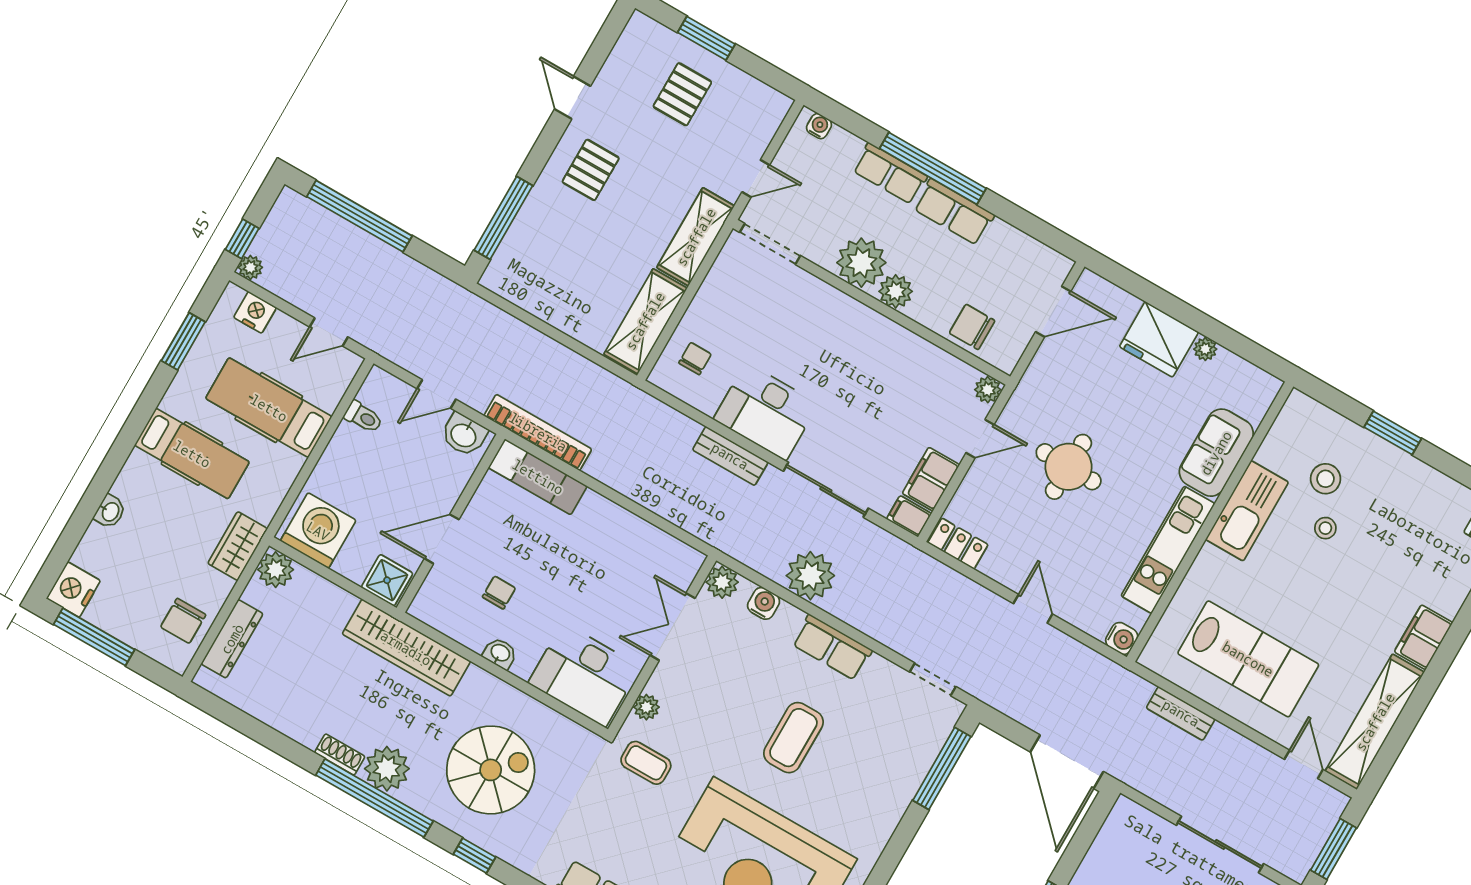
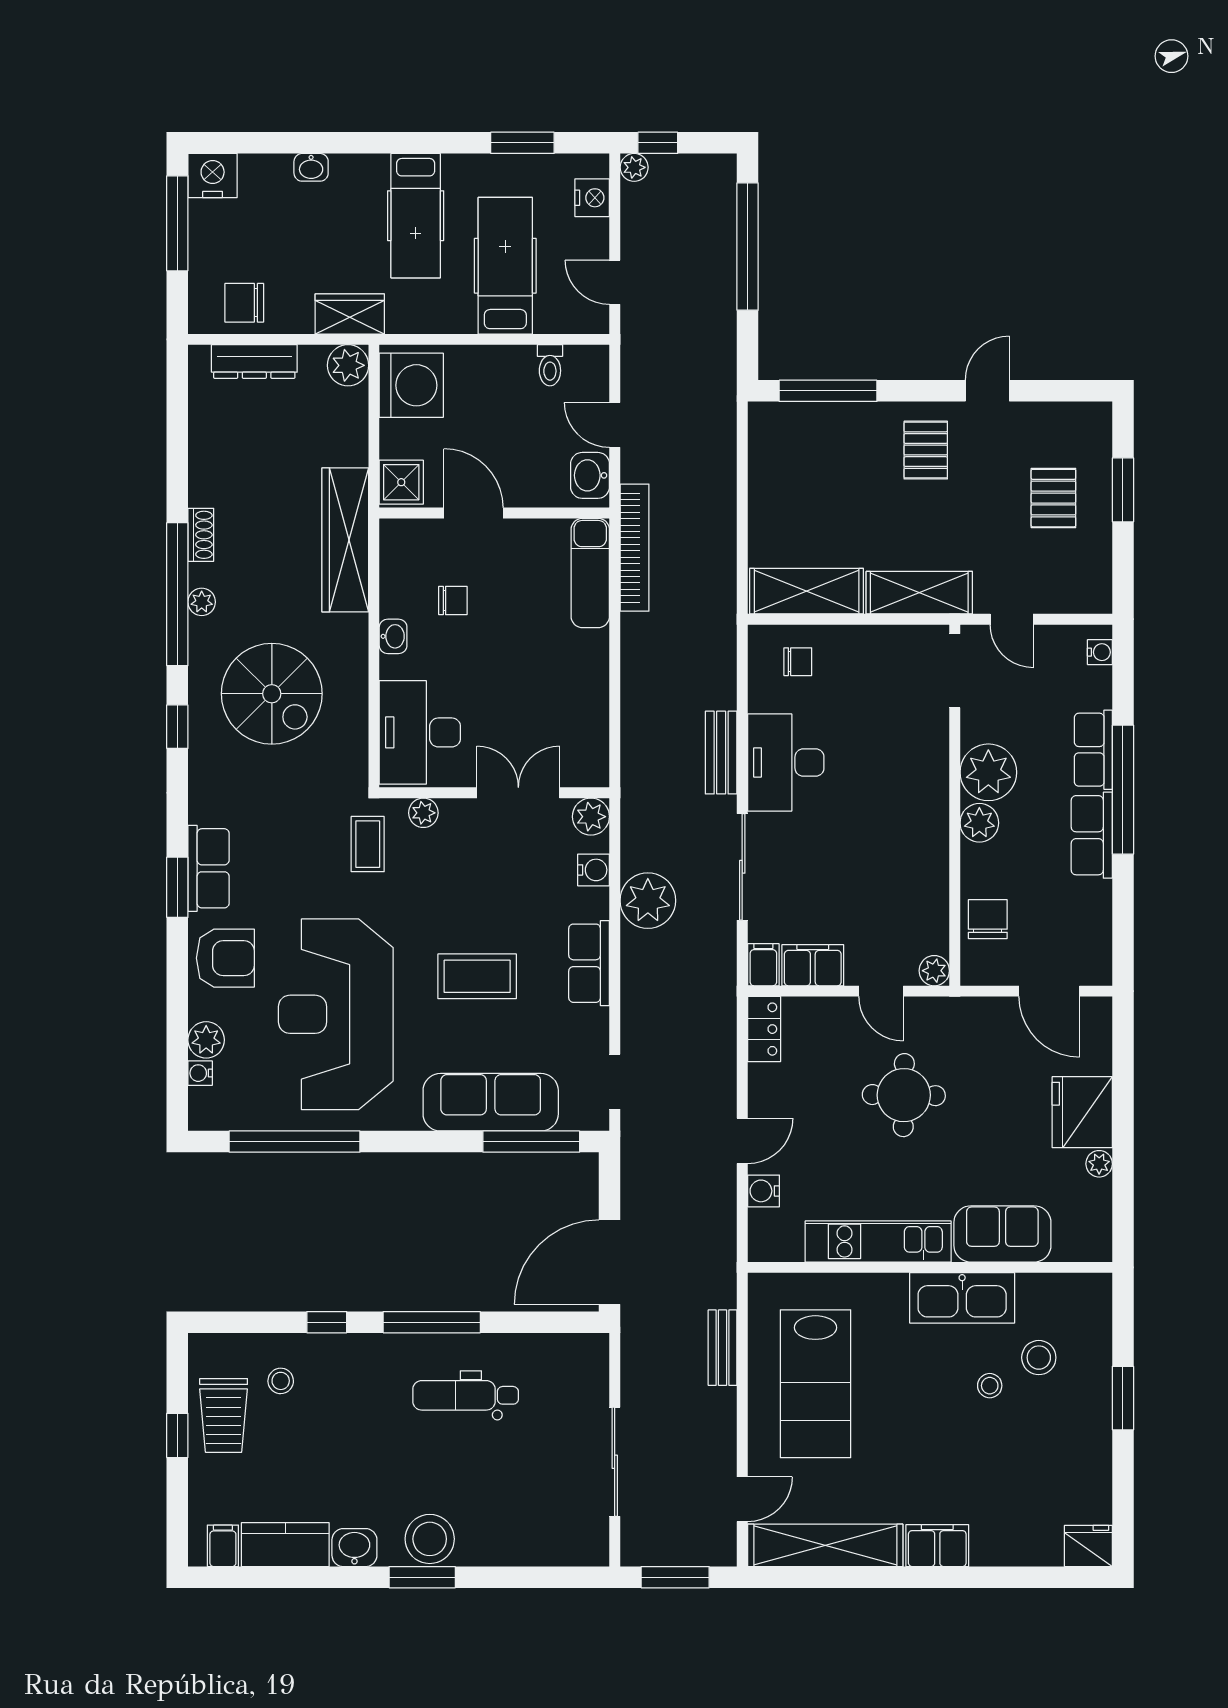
pallet: (682, 94) -> (1053, 498), turned 90
pallet: (591, 170) -> (926, 450), turned 90
water cooler: (1122, 638) -> (763, 1191), moved, turned 90
plant: (387, 769) -> (202, 602), width x0.53, depth x0.53
sofa: (894, 782) -> (491, 1102), added

